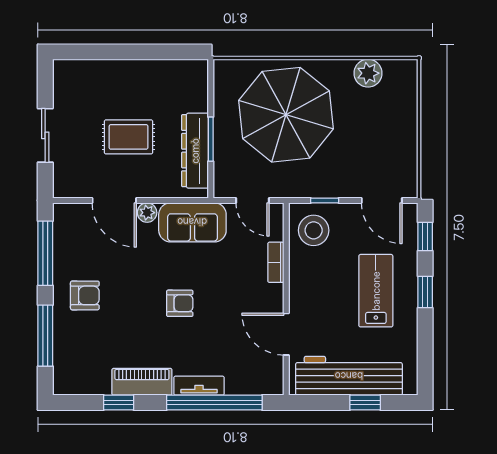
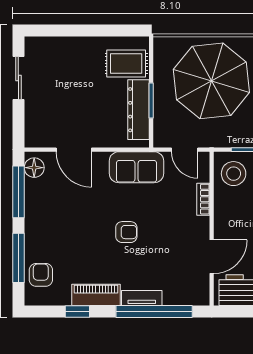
sliding door: (45, 135) -> (18, 78), moved
rug: (129, 137) -> (126, 64), moved
plant: (147, 213) -> (100, 159), removed
floor lamp: (65, 223) -> (34, 168), added
armchair: (85, 295) -> (41, 275), moved, turned -90
door: (286, 334) -> (212, 257), swing flipped

